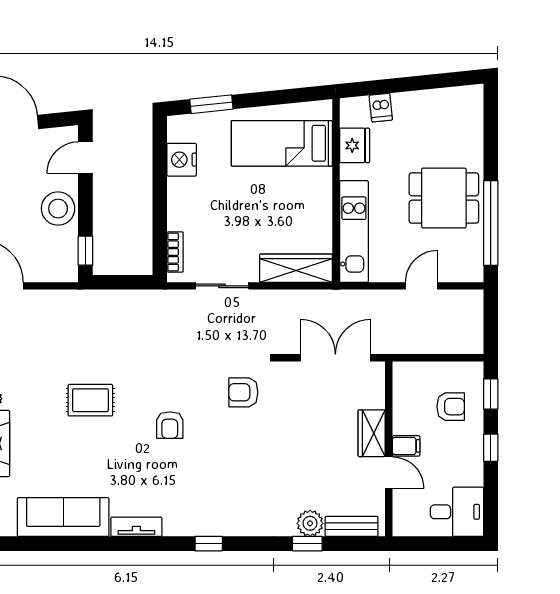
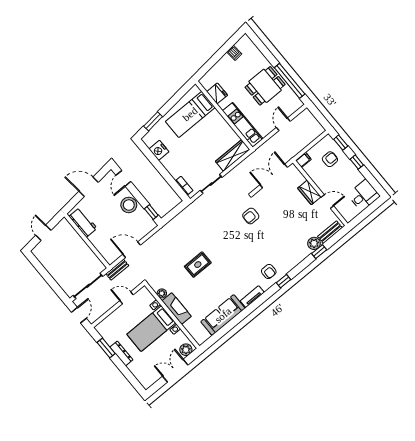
dishwasher: (381, 108) -> (234, 53), moved
armchair: (170, 425) -> (269, 272), moved
filing cabinet: (406, 446) -> (303, 160), moved

